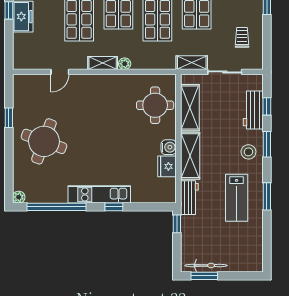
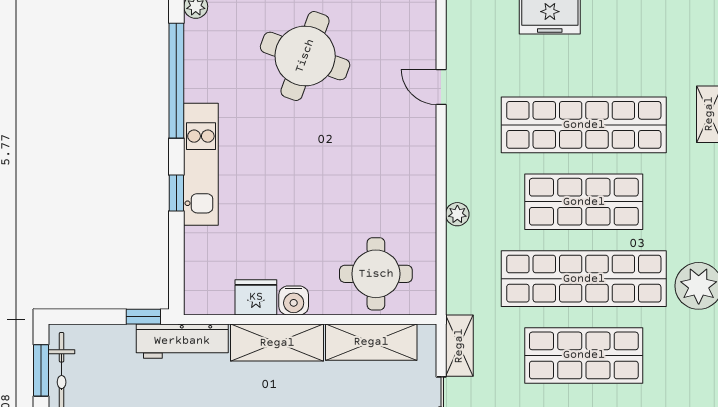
shelving: (103, 63) -> (459, 171), removed
workbench: (189, 198) -> (182, 341), width x1.37

